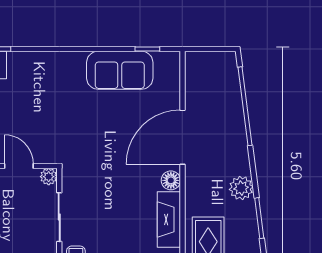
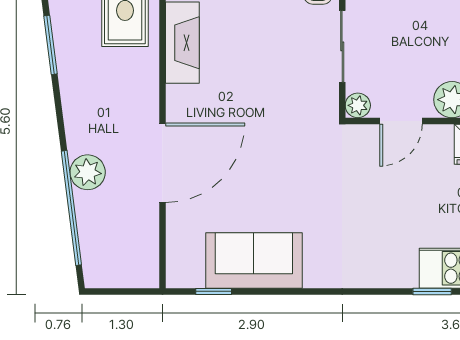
door: (19, 166) -> (401, 121), hinge flipped
floor lamp: (171, 180) -> (179, 100), removed
plant: (241, 188) -> (88, 172), moved

